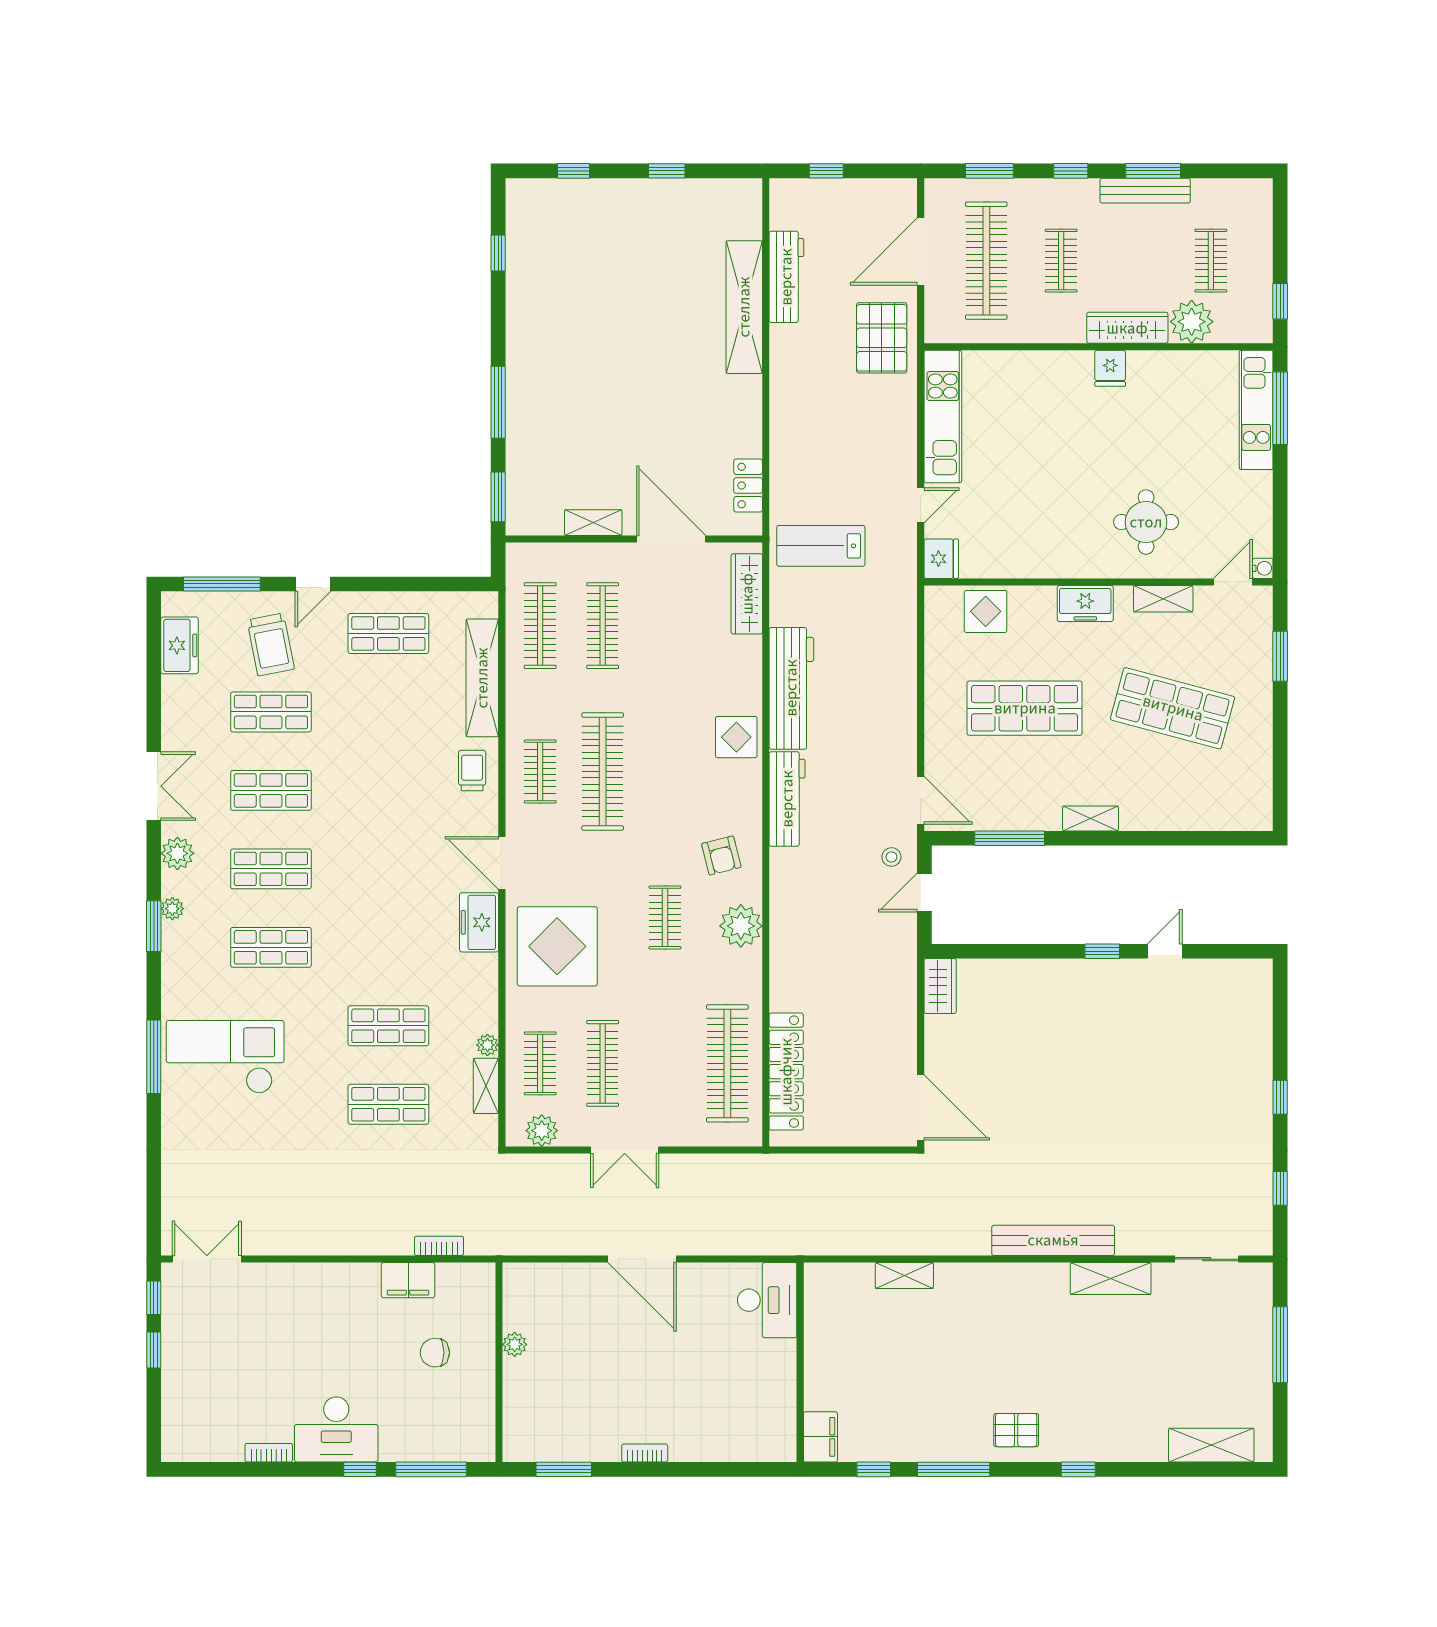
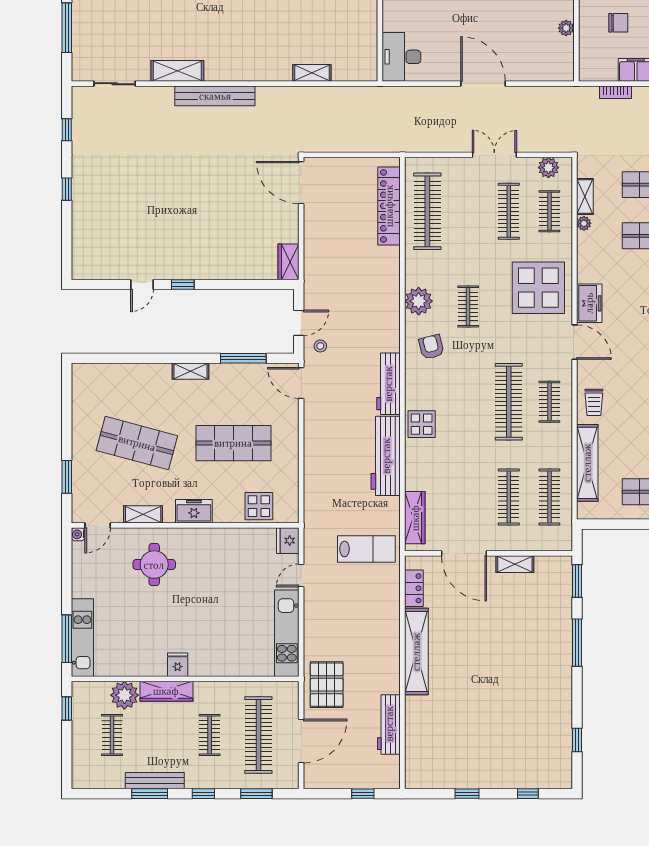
shelving: (744, 307) -> (416, 652), moved

